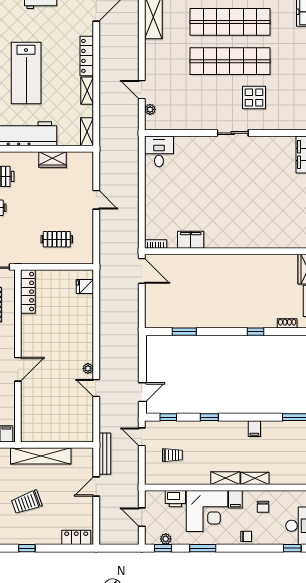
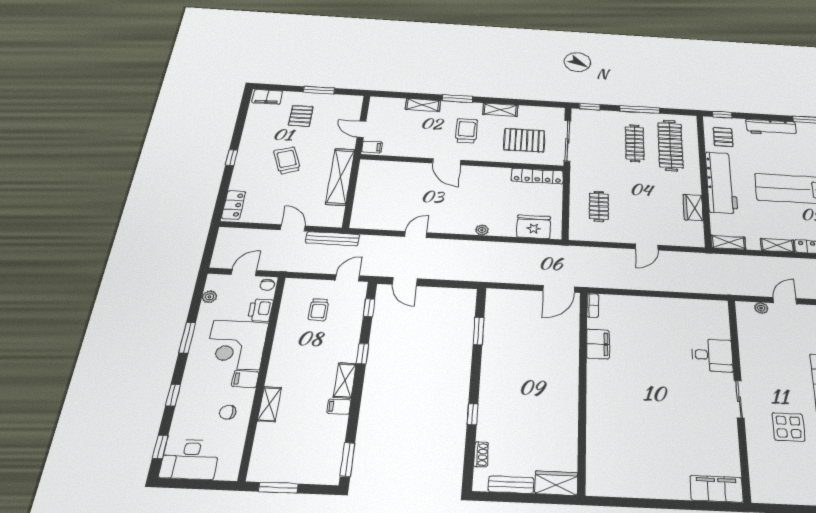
desk: (159, 151) -> (712, 355), moved
fridge: (85, 287) -> (534, 227), width x1.88, depth x1.34
plant: (88, 368) -> (482, 230), moved
shelving: (225, 478) -> (345, 380), moved
chair: (246, 536) -> (267, 285), moved
window: (163, 548) -> (173, 395), moved

